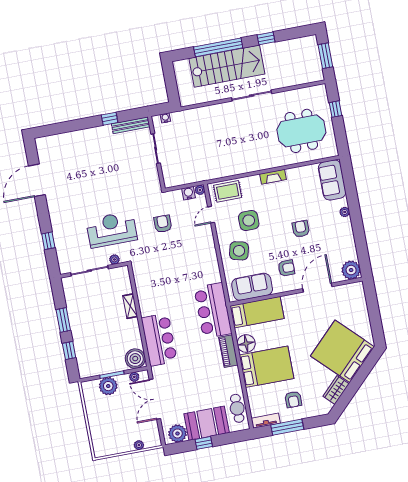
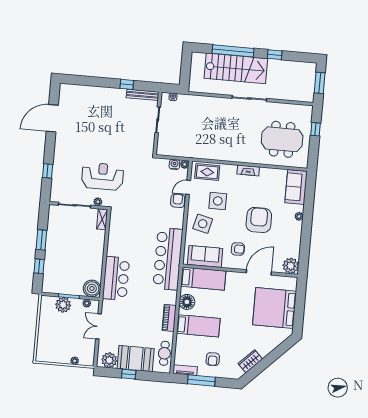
armchair: (163, 224) -> (178, 201), moved
armchair: (301, 229) -> (259, 220), width x1.88, depth x1.88
shelving: (130, 306) -> (102, 219), moved
bar counter: (213, 311) -> (168, 259), width x1.36
piano: (228, 351) -> (169, 318), moved
bed: (342, 351) -> (275, 308), moved, turned -45
bed: (266, 367) -> (198, 326), width x0.67
double door: (155, 399) -> (99, 326), width x0.73

